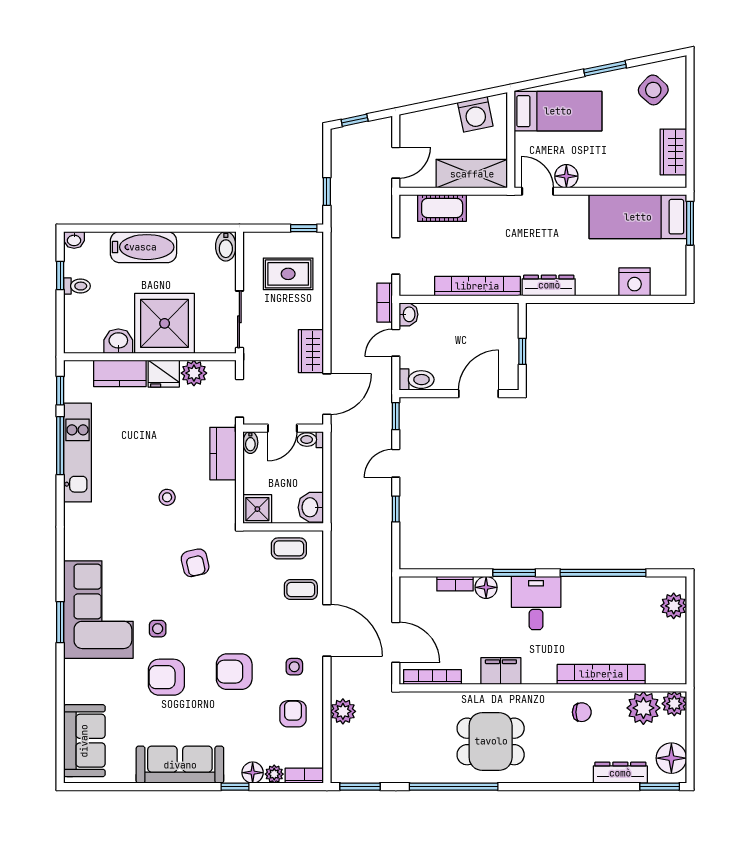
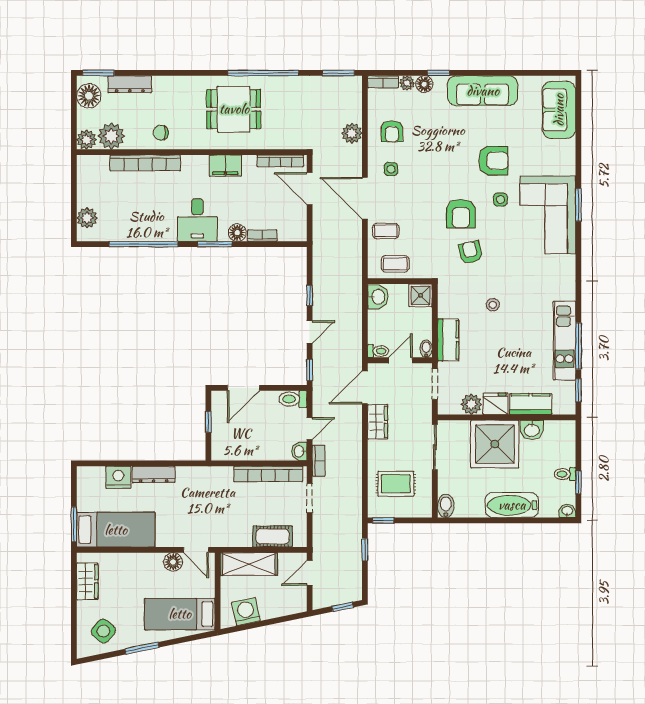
dresser: (549, 285) -> (154, 474), moved
bookcase: (477, 286) -> (268, 474), moved
armchair: (234, 672) -> (461, 214), moved, turned 90

